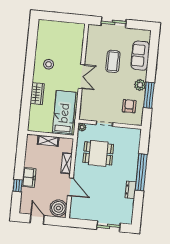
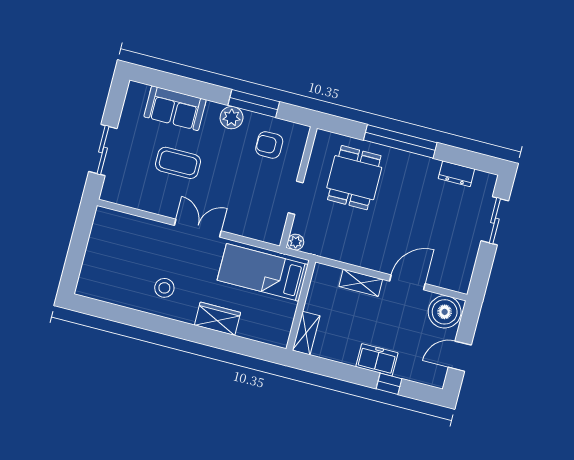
shelving: (48, 141) -> (306, 333), moved
dining table: (98, 153) -> (354, 178), moved
dresser: (131, 190) -> (456, 174), moved

